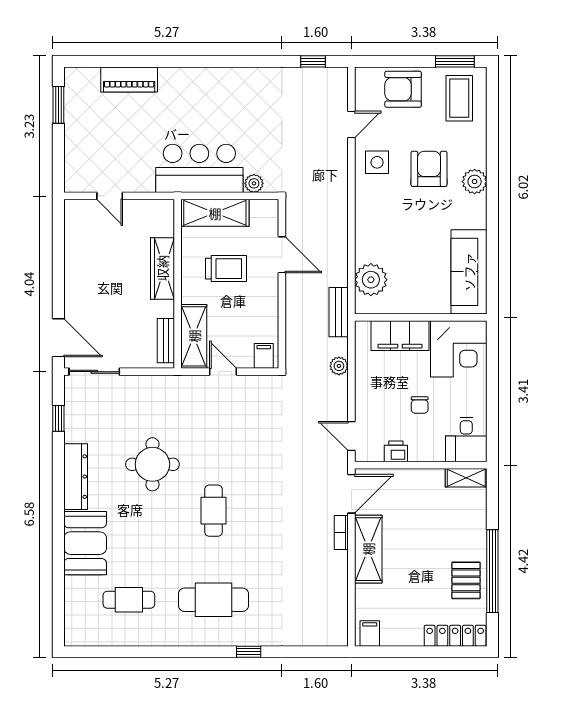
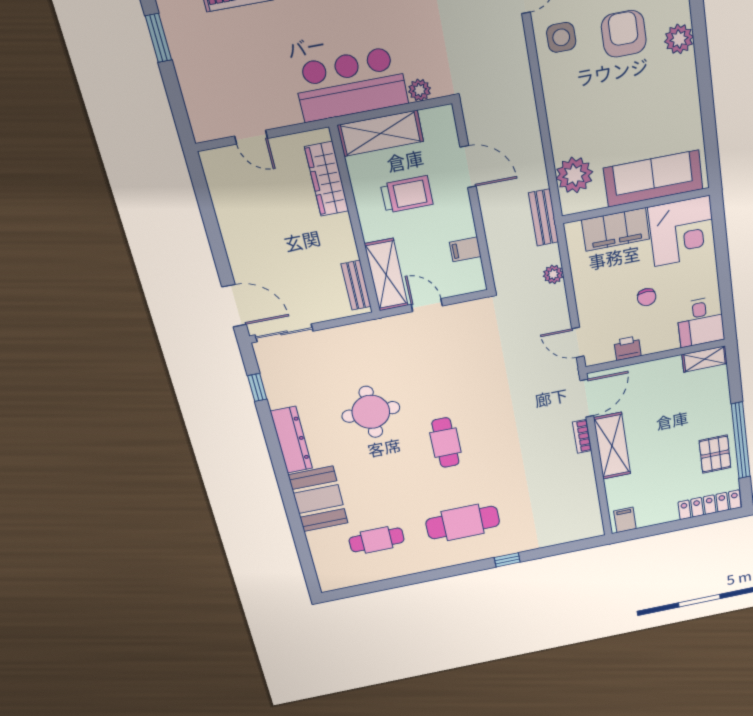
wardrobe: (162, 268) -> (327, 179), moved
sofa: (469, 272) -> (653, 179), moved, turned 90
filing cabinet: (264, 356) -> (465, 249), moved, turned -90

